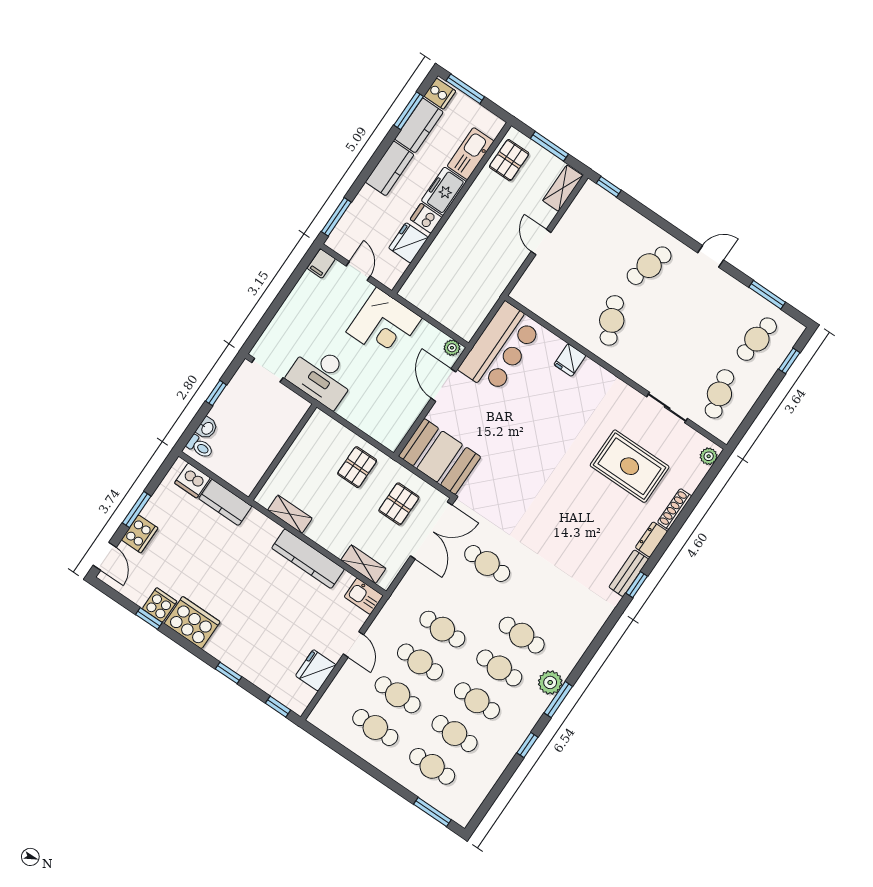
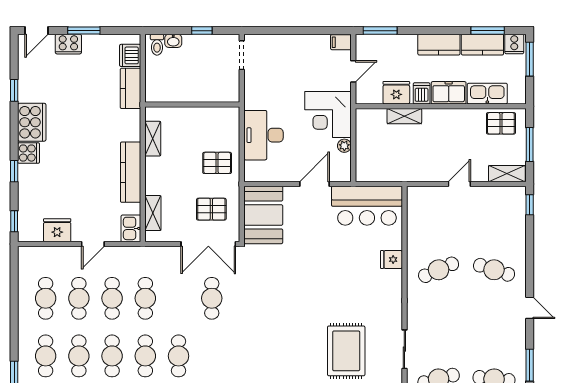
shelving: (437, 251) -> (404, 116), added
plant: (452, 348) -> (344, 146), moved
desk: (322, 376) -> (263, 135), moved
cooker: (160, 605) -> (29, 153), moved

